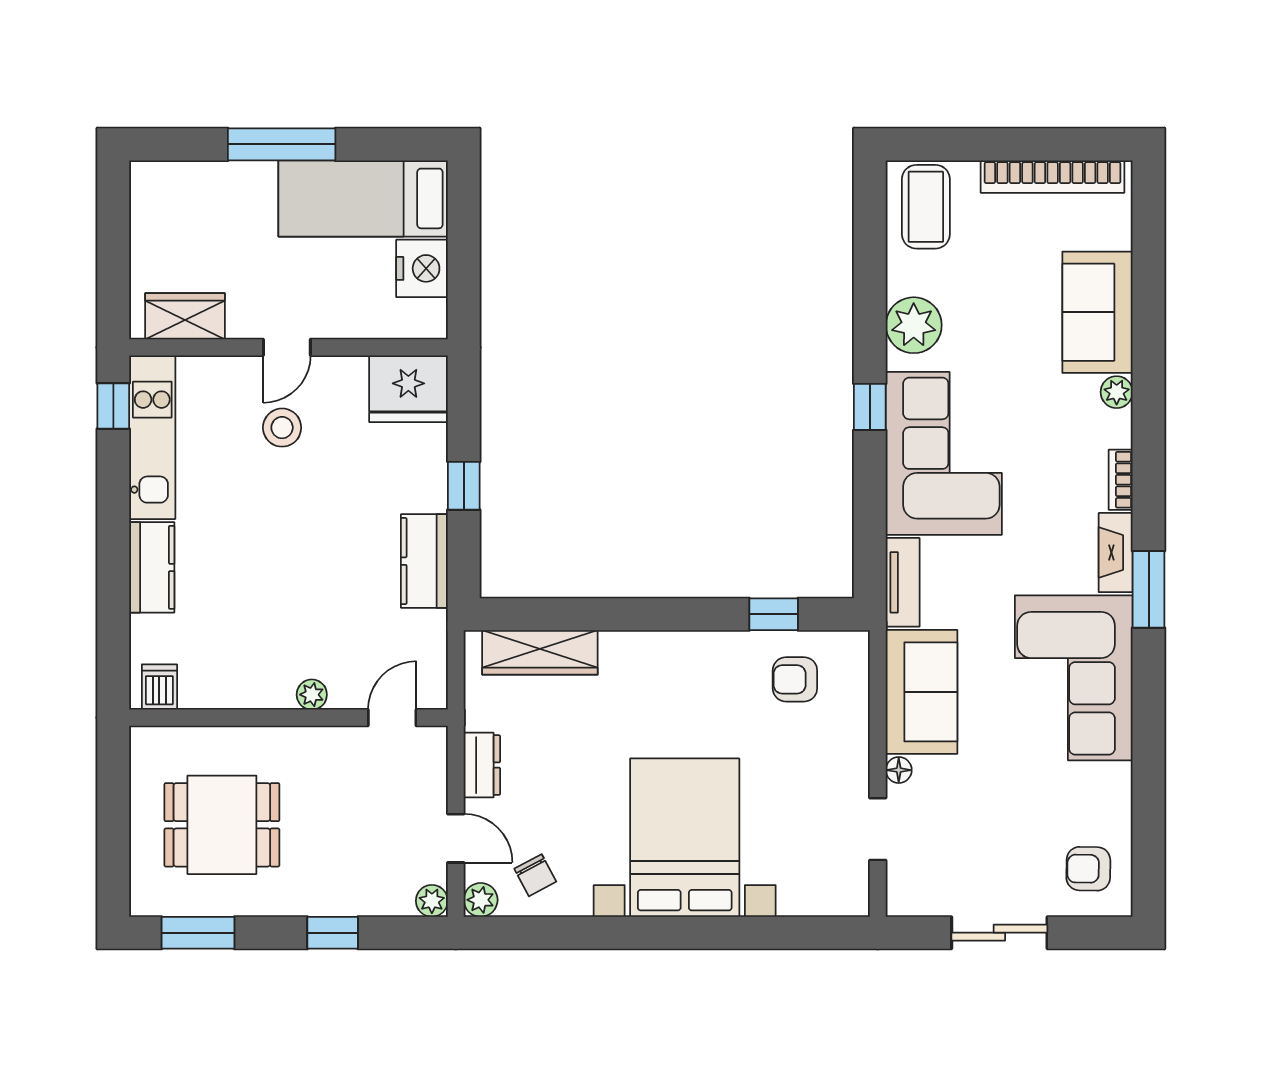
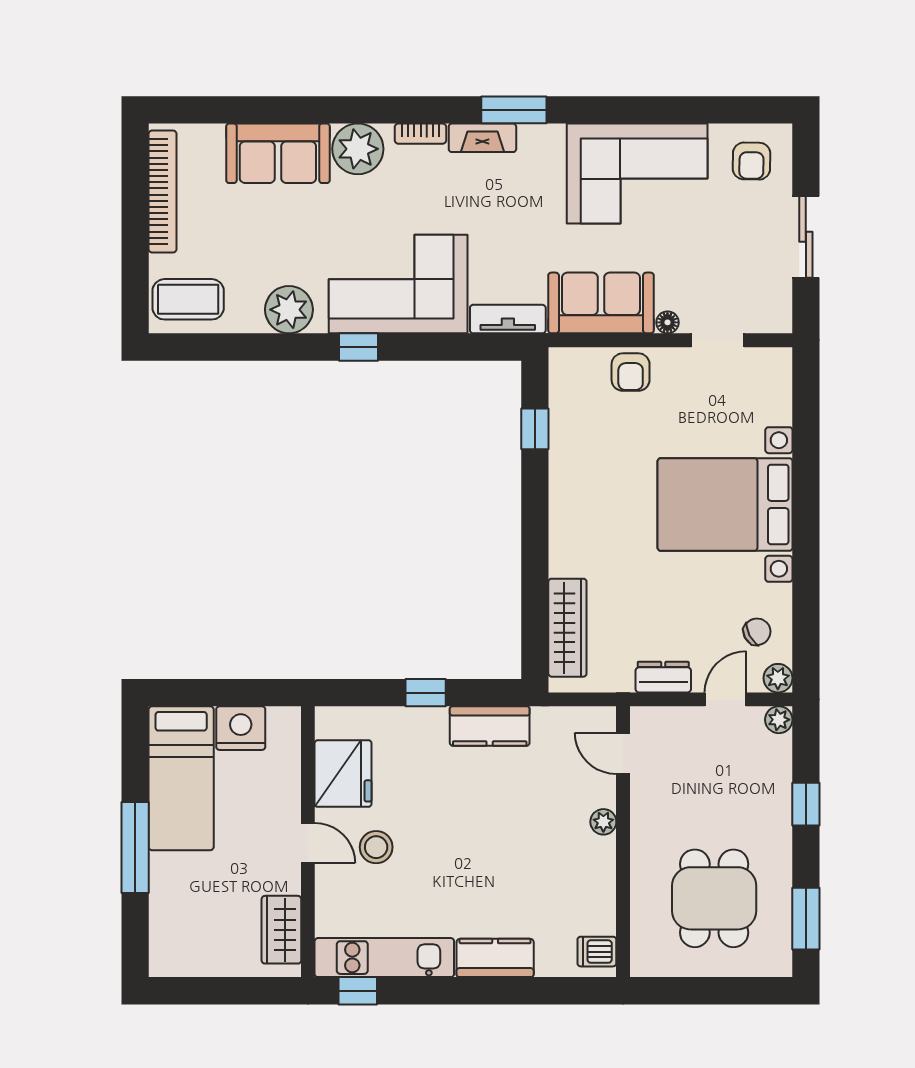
fridge: (408, 389) -> (343, 774), moved
plant: (1117, 392) -> (358, 149), width x1.87, depth x1.87
corner sofa: (1074, 678) -> (637, 173), moved
armchair: (795, 679) -> (631, 372), moved

